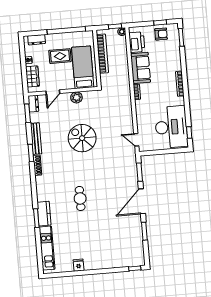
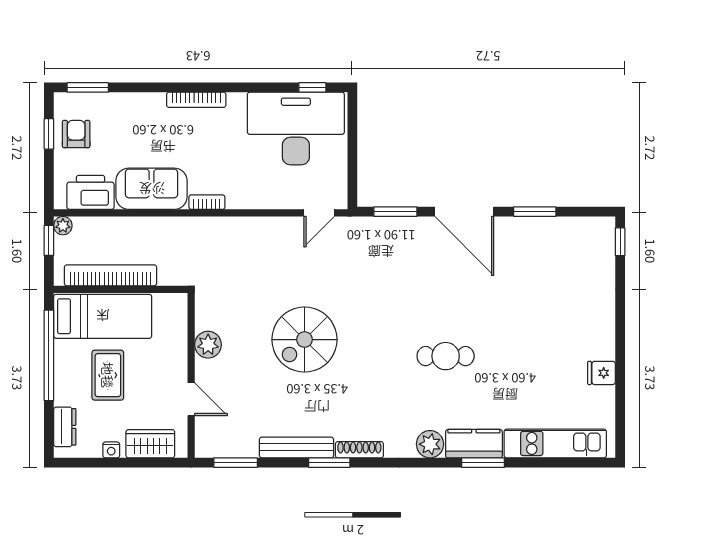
bed: (83, 67) -> (103, 316), moved, turned 180
dresser: (33, 104) -> (214, 447), removed
plant: (42, 195) -> (430, 444), added

